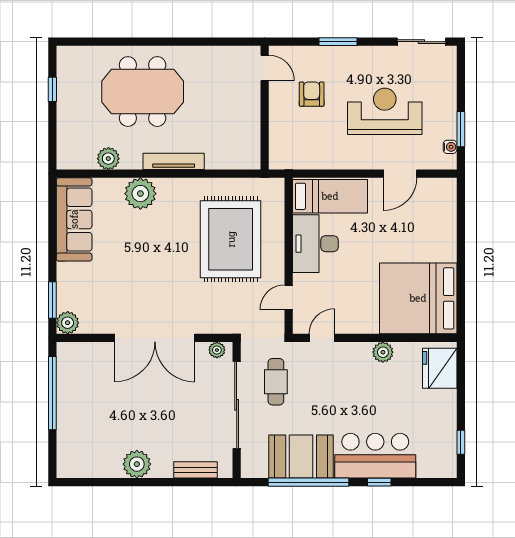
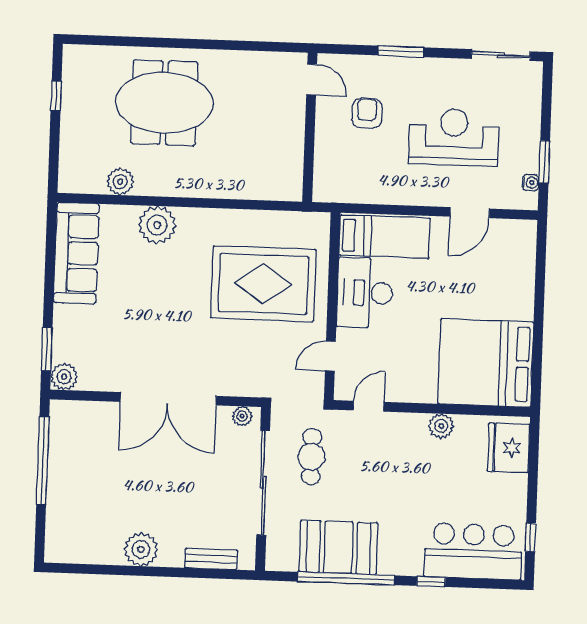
tv unit: (174, 161) -> (198, 188), removed
rug: (231, 239) -> (263, 284), turned 90
bar counter: (375, 456) -> (473, 551), moved

